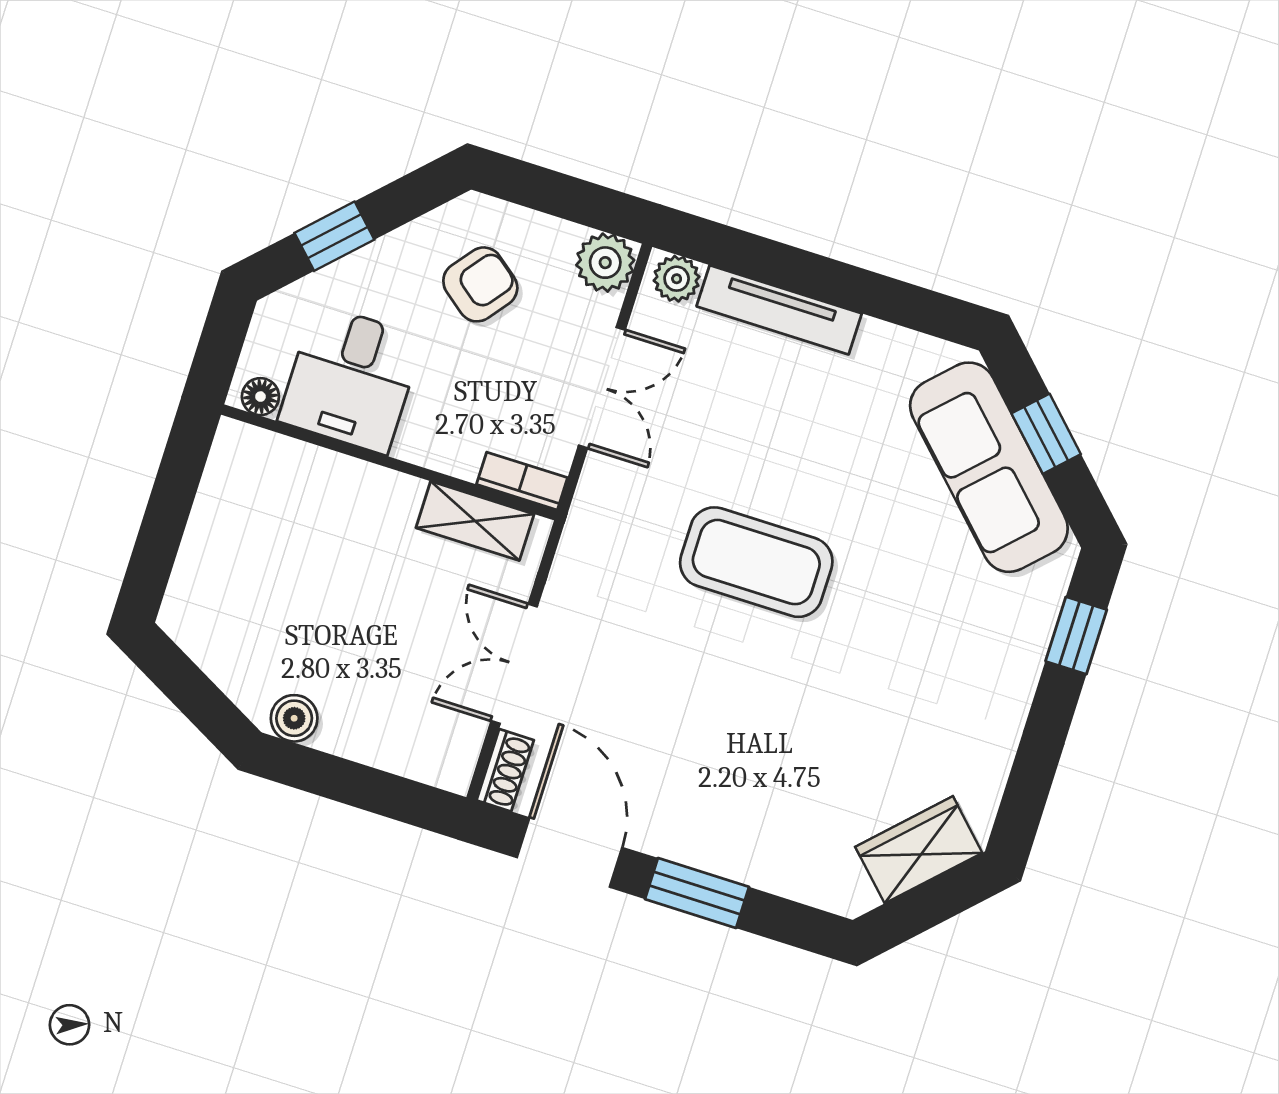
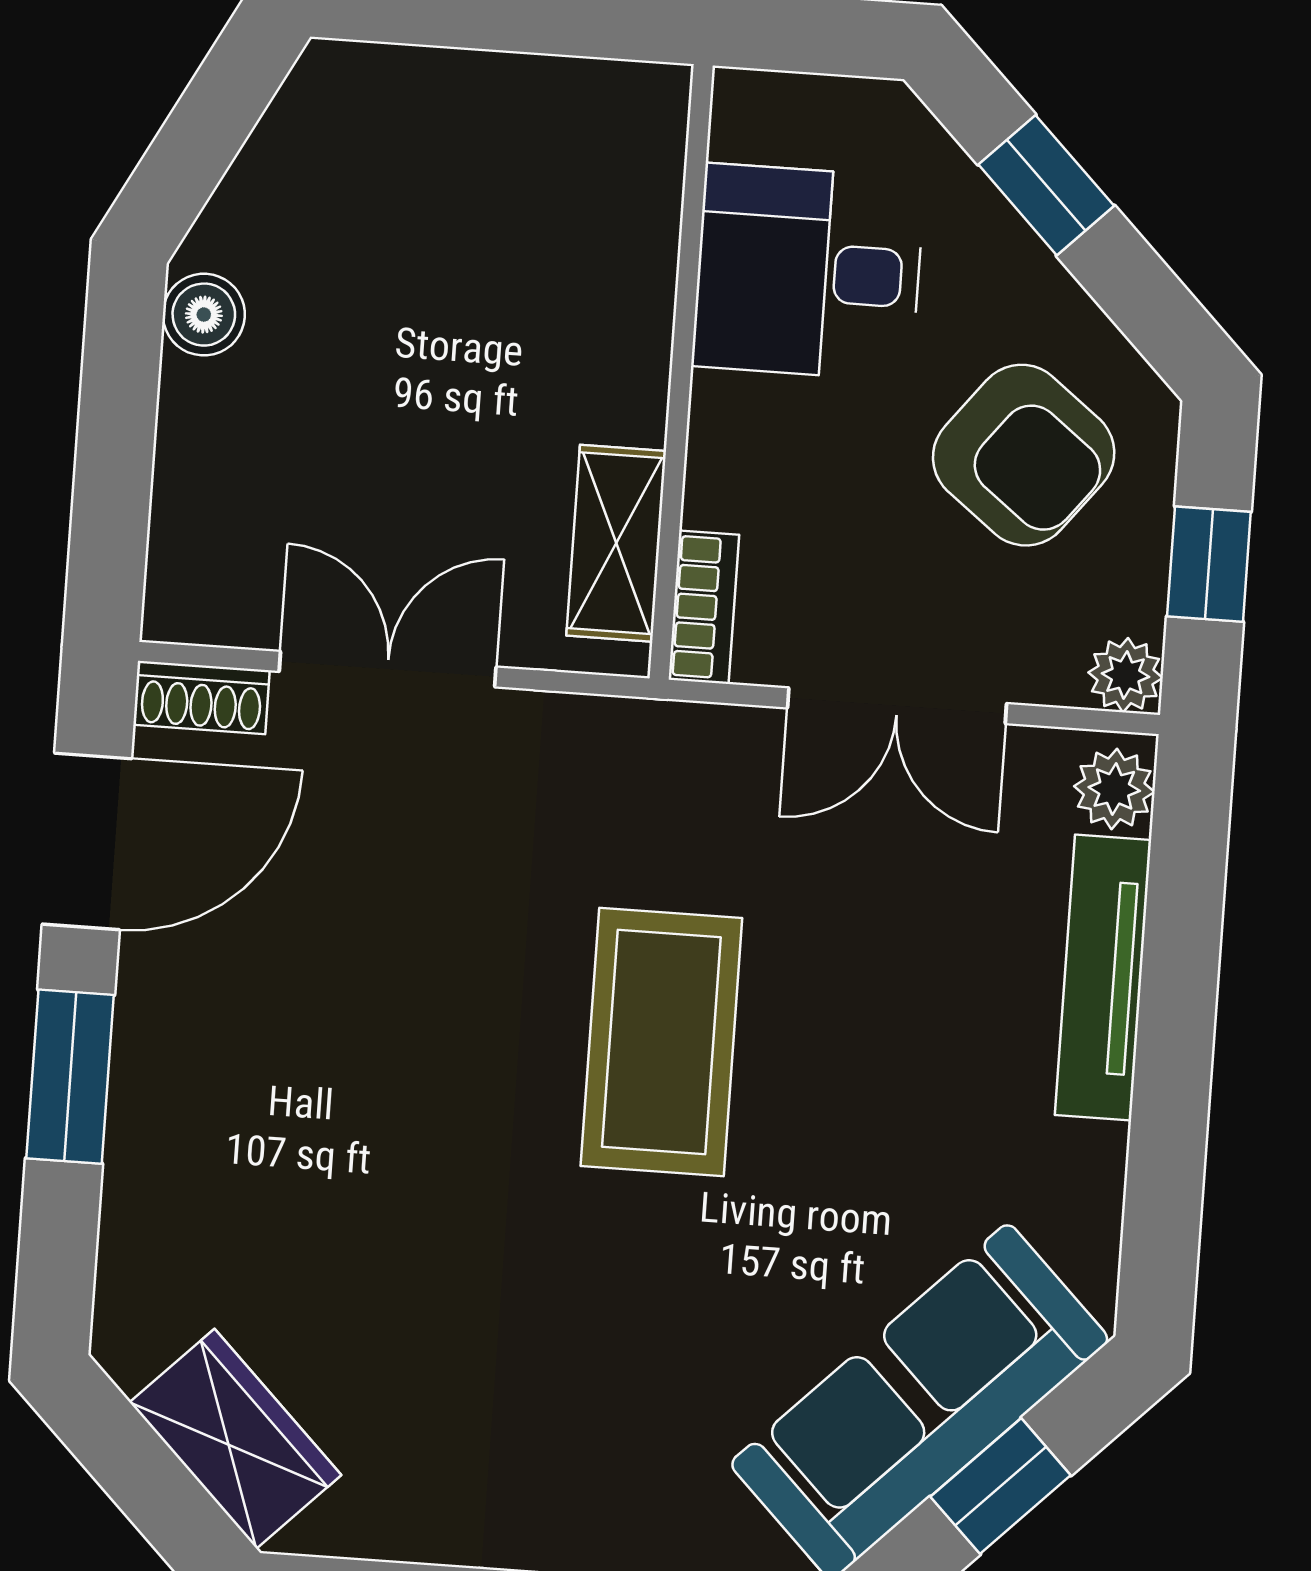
window: (565, 197) -> (1209, 564), added
plant: (605, 263) -> (1125, 675), width x0.73, depth x0.73
armchair: (480, 284) -> (1024, 455), width x1.38, depth x1.38
floor lamp: (260, 397) -> (741, 125), removed

